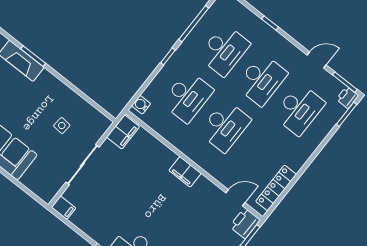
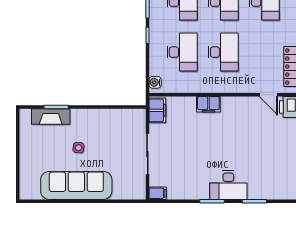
side table: (62, 125) -> (79, 148), moved
filing cabinet: (185, 172) -> (208, 104), moved
door: (235, 198) -> (268, 95), swing flipped

